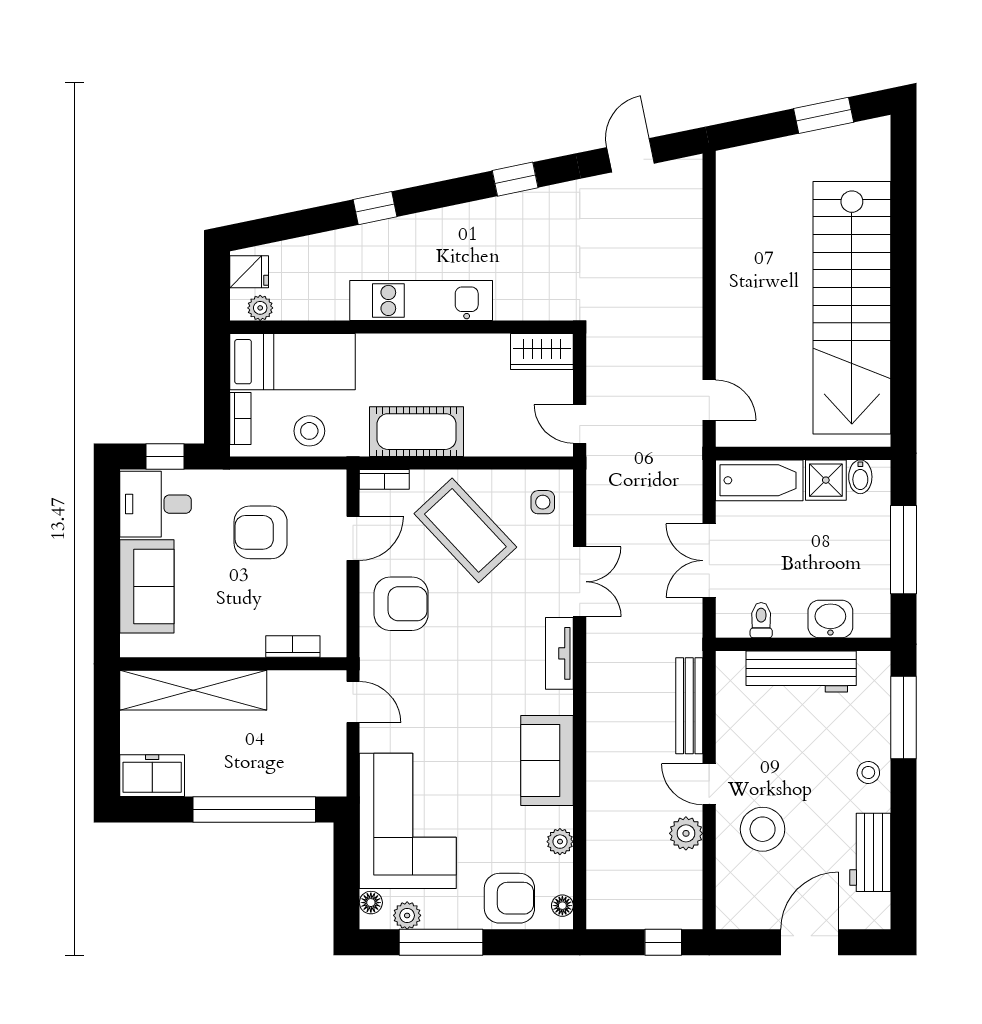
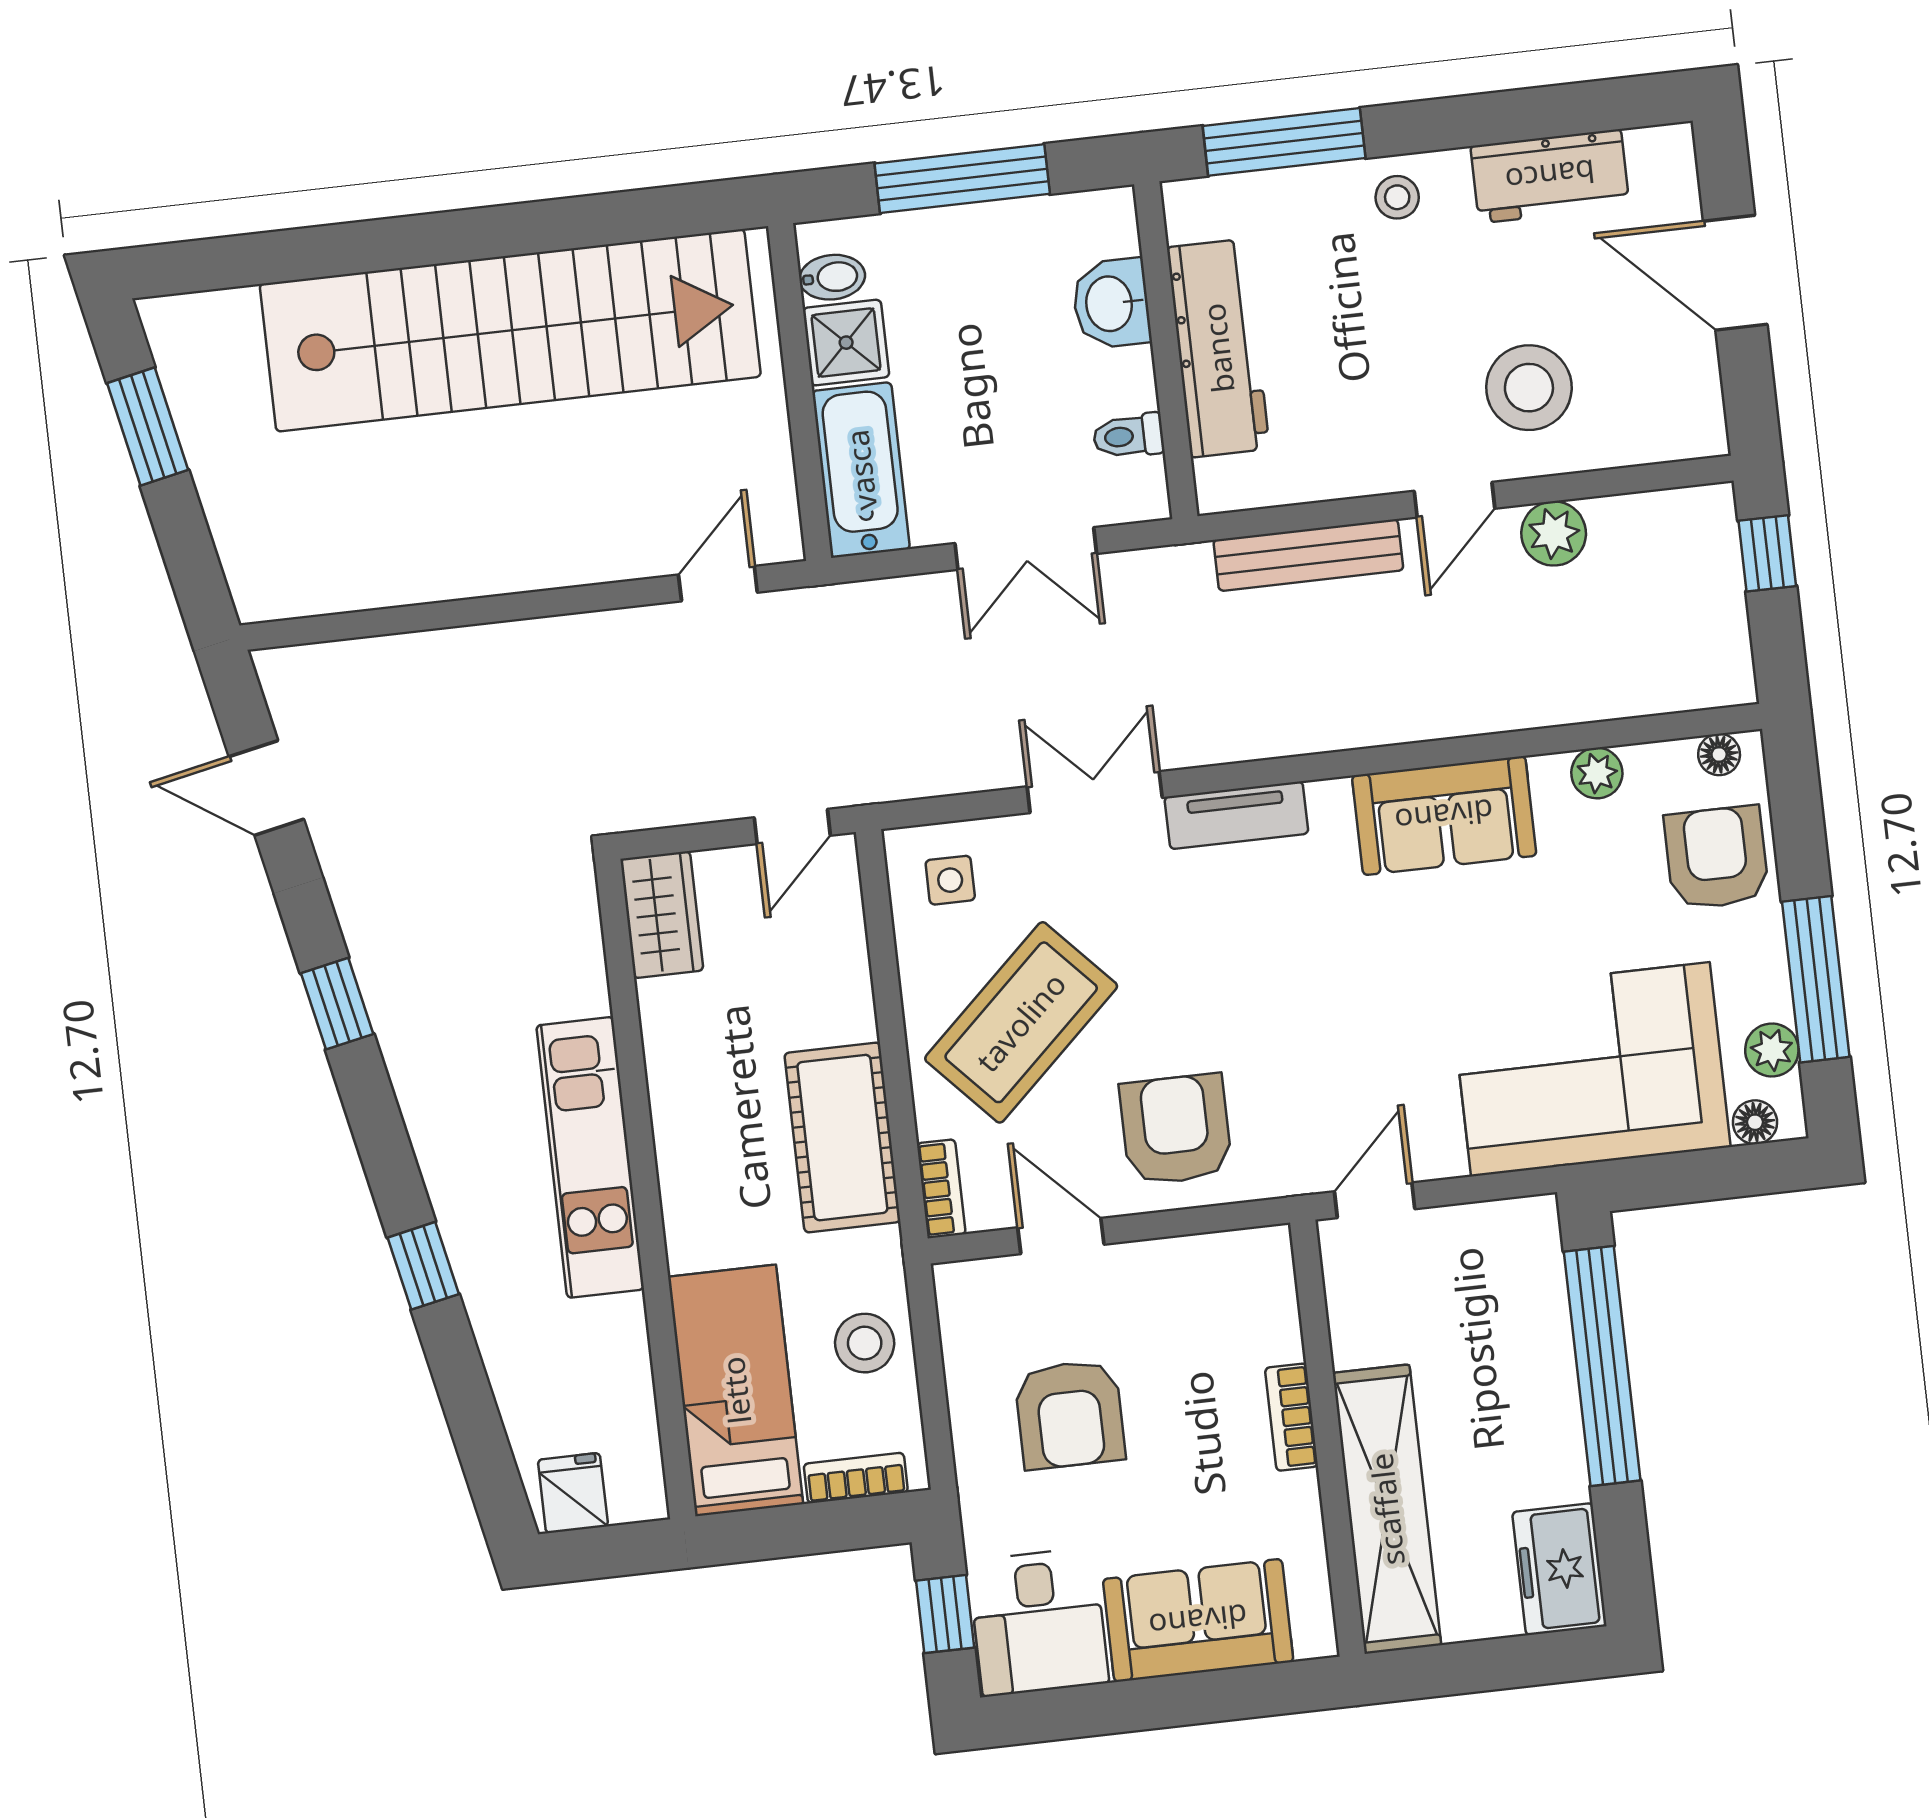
plant: (260, 308) -> (640, 1464), removed
bookcase: (293, 646) -> (1292, 1417), moved

